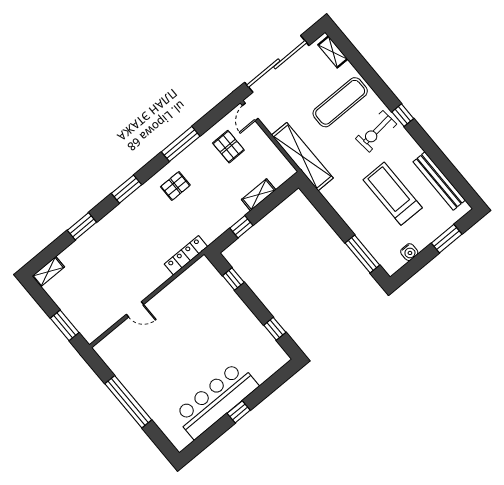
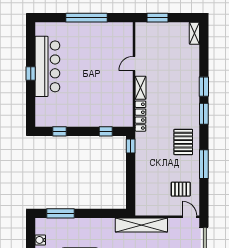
pallet: (175, 186) -> (183, 142), width x1.50, depth x1.42
shelving: (259, 195) -> (141, 88), moved
window: (82, 226) -> (204, 87), moved
window: (241, 227) -> (131, 146), moved

